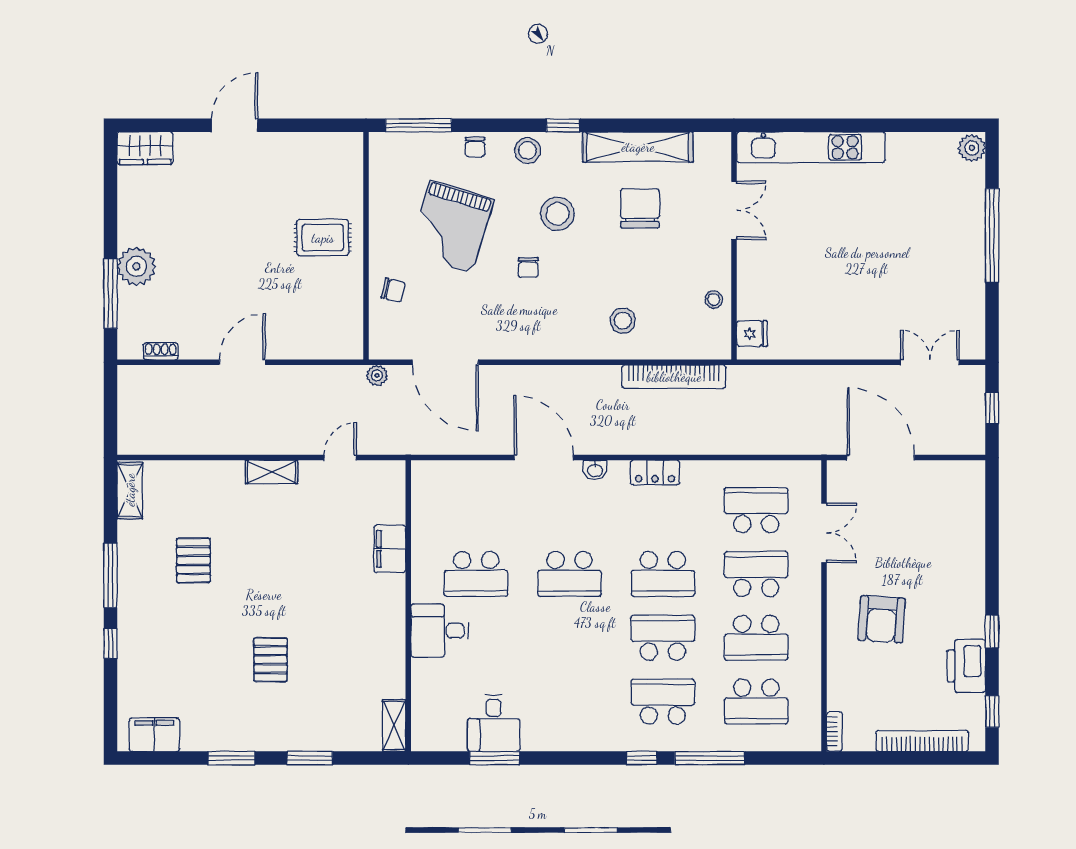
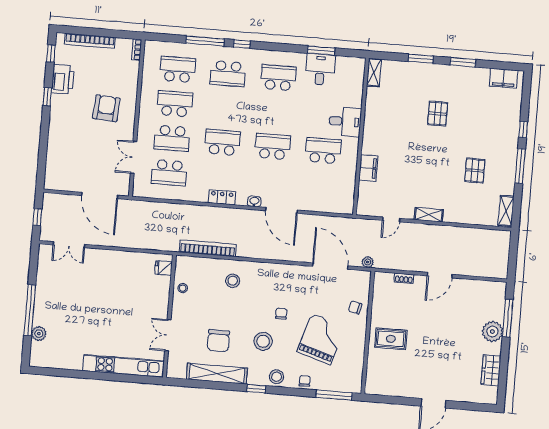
wardrobe: (145, 148) -> (491, 370), moved, turned -90
plant: (972, 148) -> (39, 334), moved
shoe rack: (161, 351) -> (404, 278), moved
school desk: (663, 638) -> (278, 78), moved, turned 180

